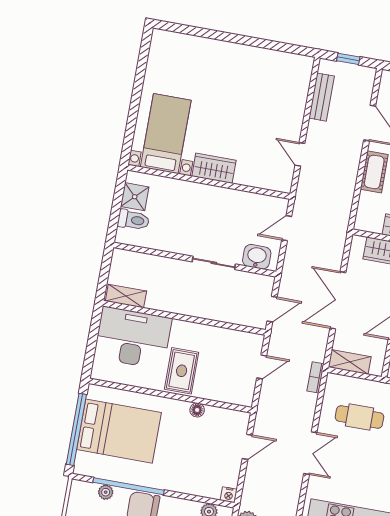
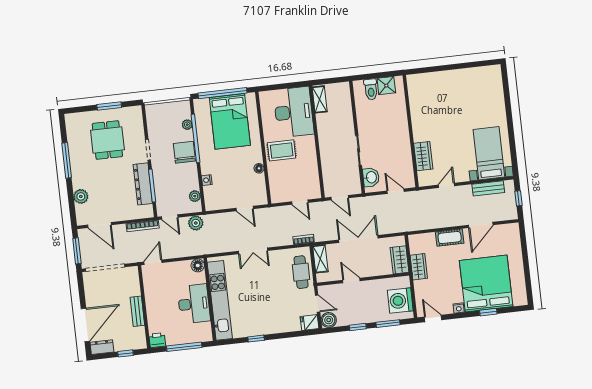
bed with nightstands: (166, 134) -> (489, 153), moved, turned -90
wardrobe: (214, 168) -> (423, 156), moved
cafe table: (359, 417) -> (301, 272), moved
nightstand: (229, 495) -> (207, 180), moved

